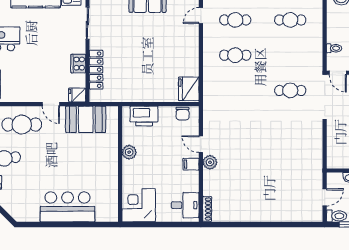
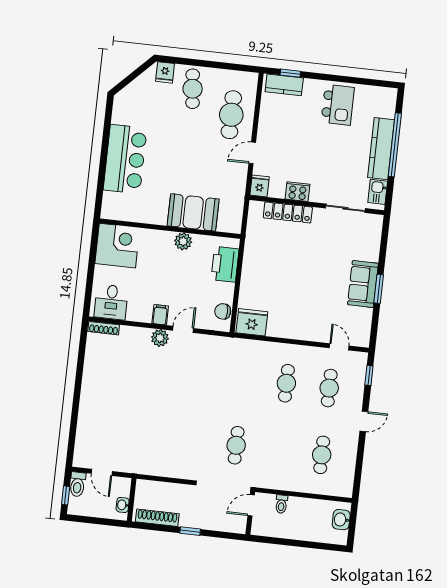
booth: (86, 119) -> (193, 212), moved, turned 90

